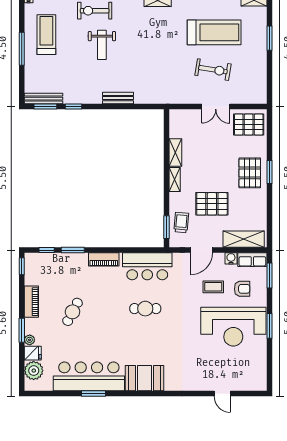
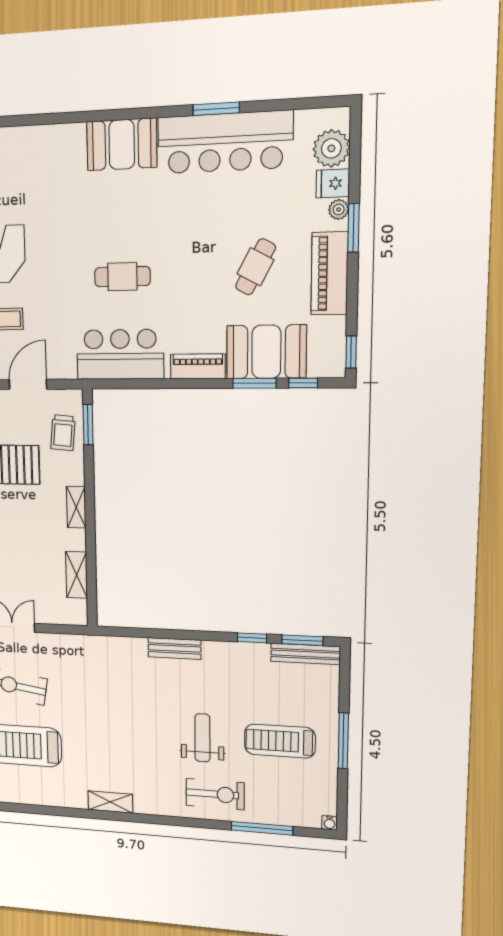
treadmill: (46, 35) -> (280, 741), moved, turned 90
shelving: (175, 153) -> (77, 575), moved
booth: (66, 267) -> (266, 352), added
piano: (31, 302) -> (330, 273), width x1.37, depth x1.33

